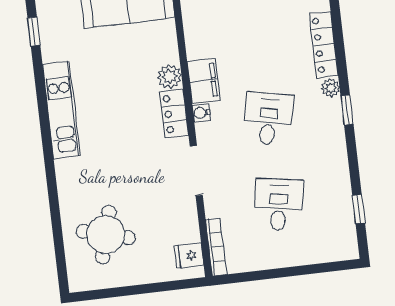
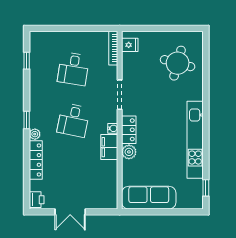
kitchen unit: (61, 110) -> (195, 140), width x1.36

